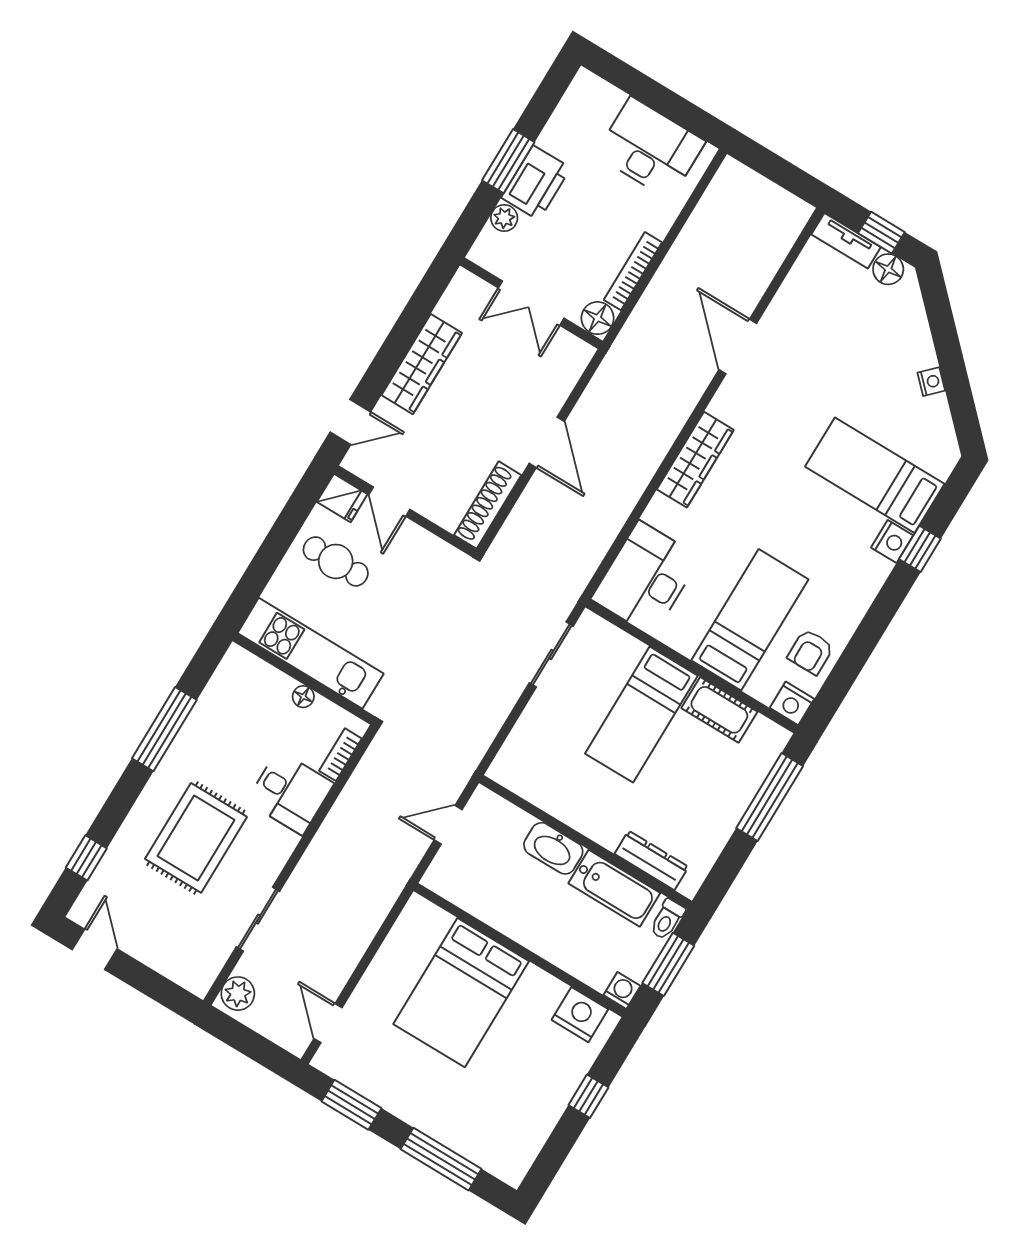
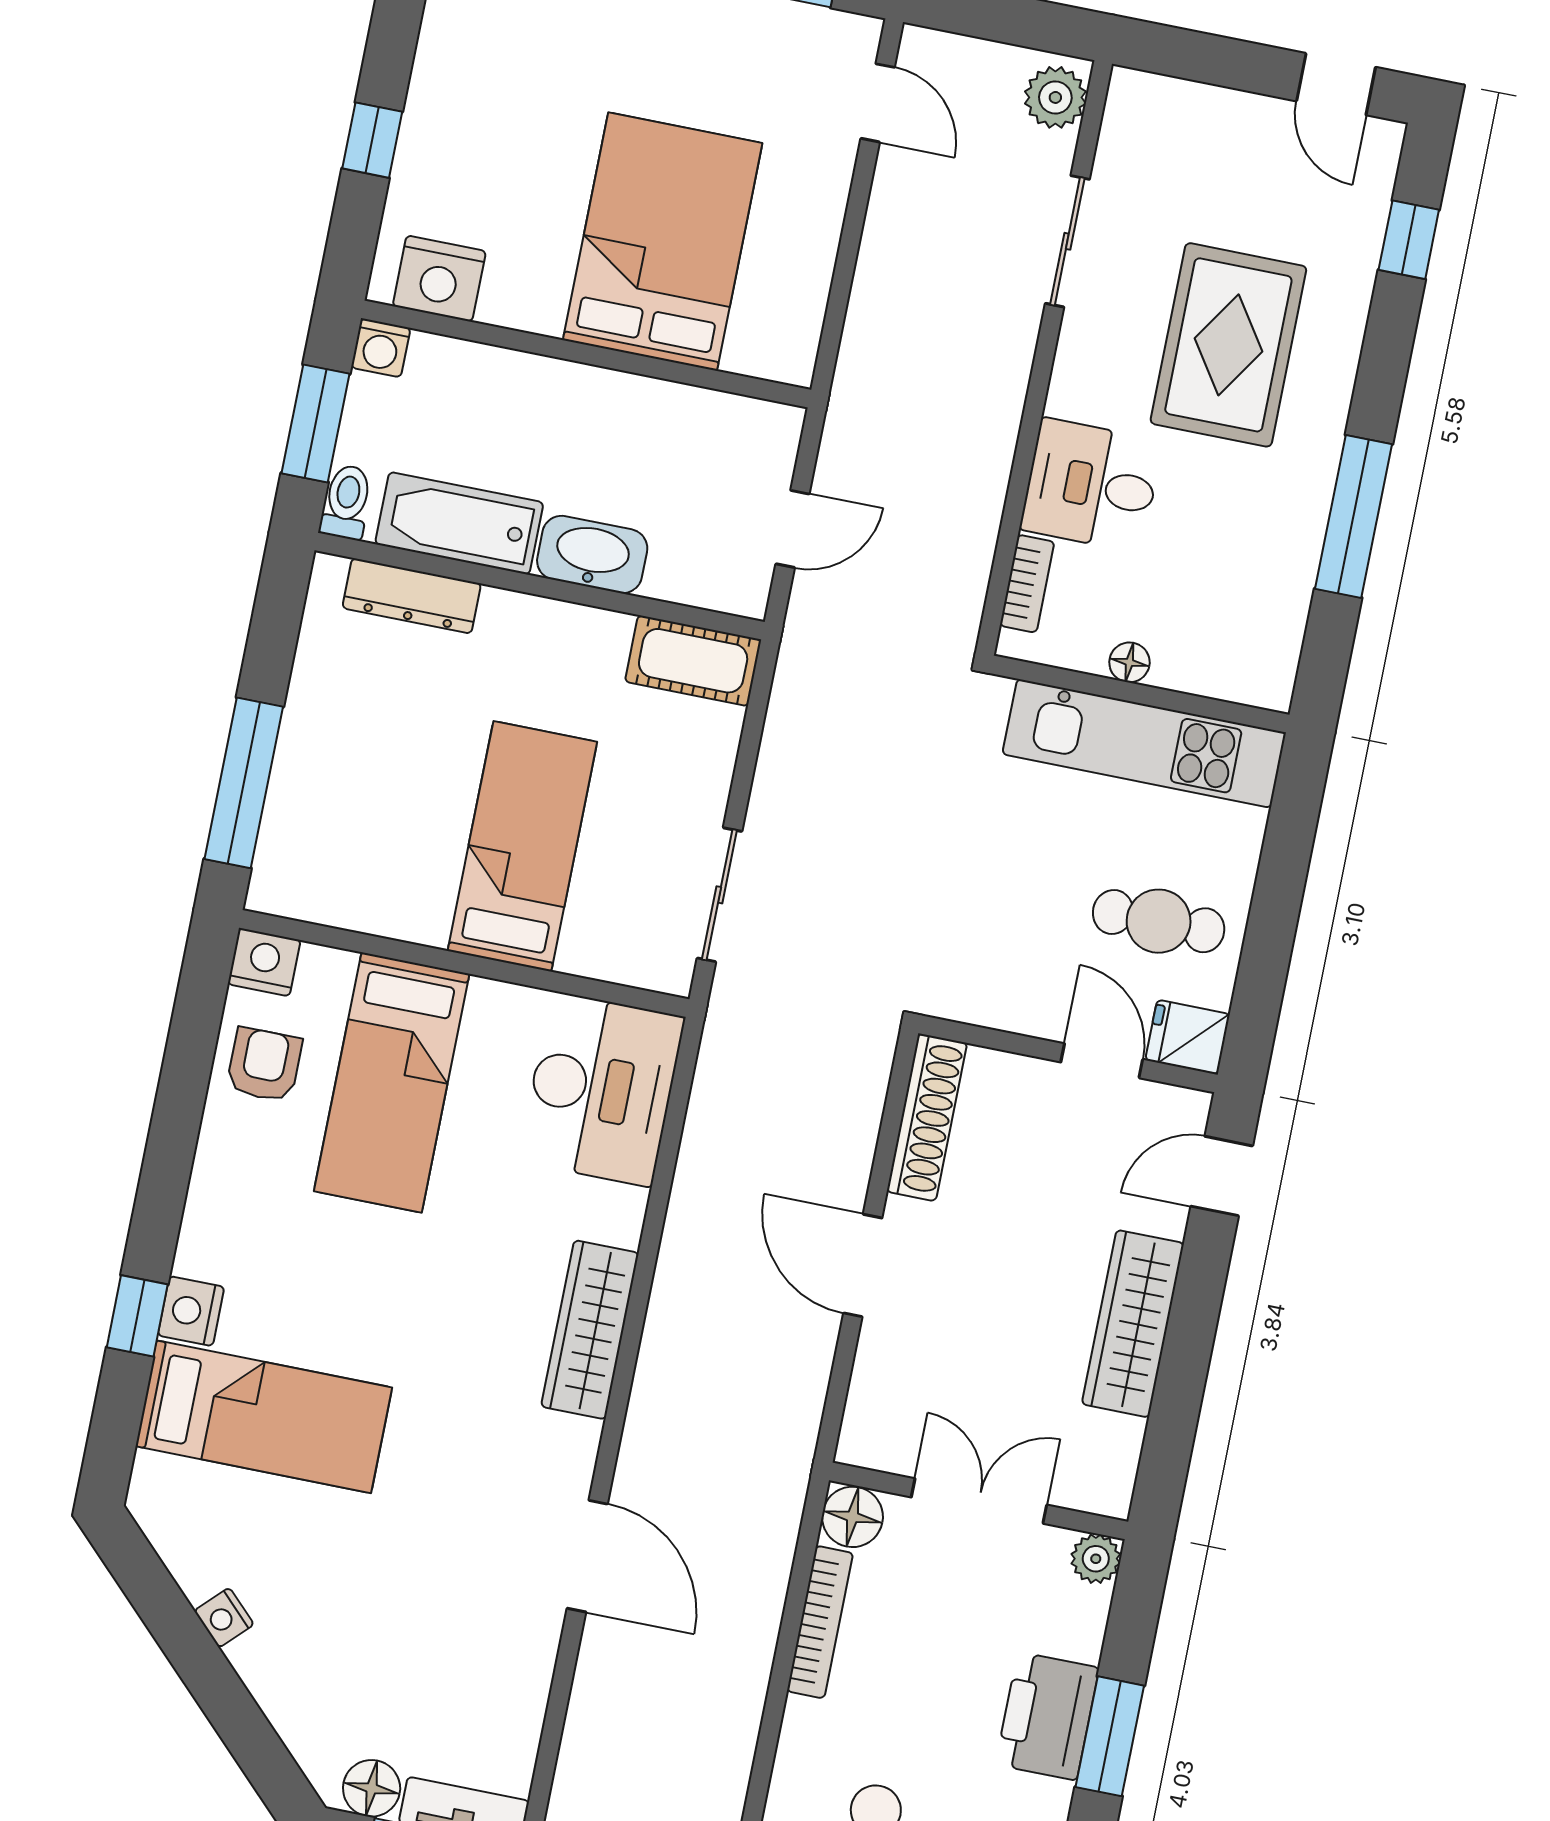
plant: (504, 218) -> (1096, 1559), moved
cot: (719, 710) -> (693, 661), moved

